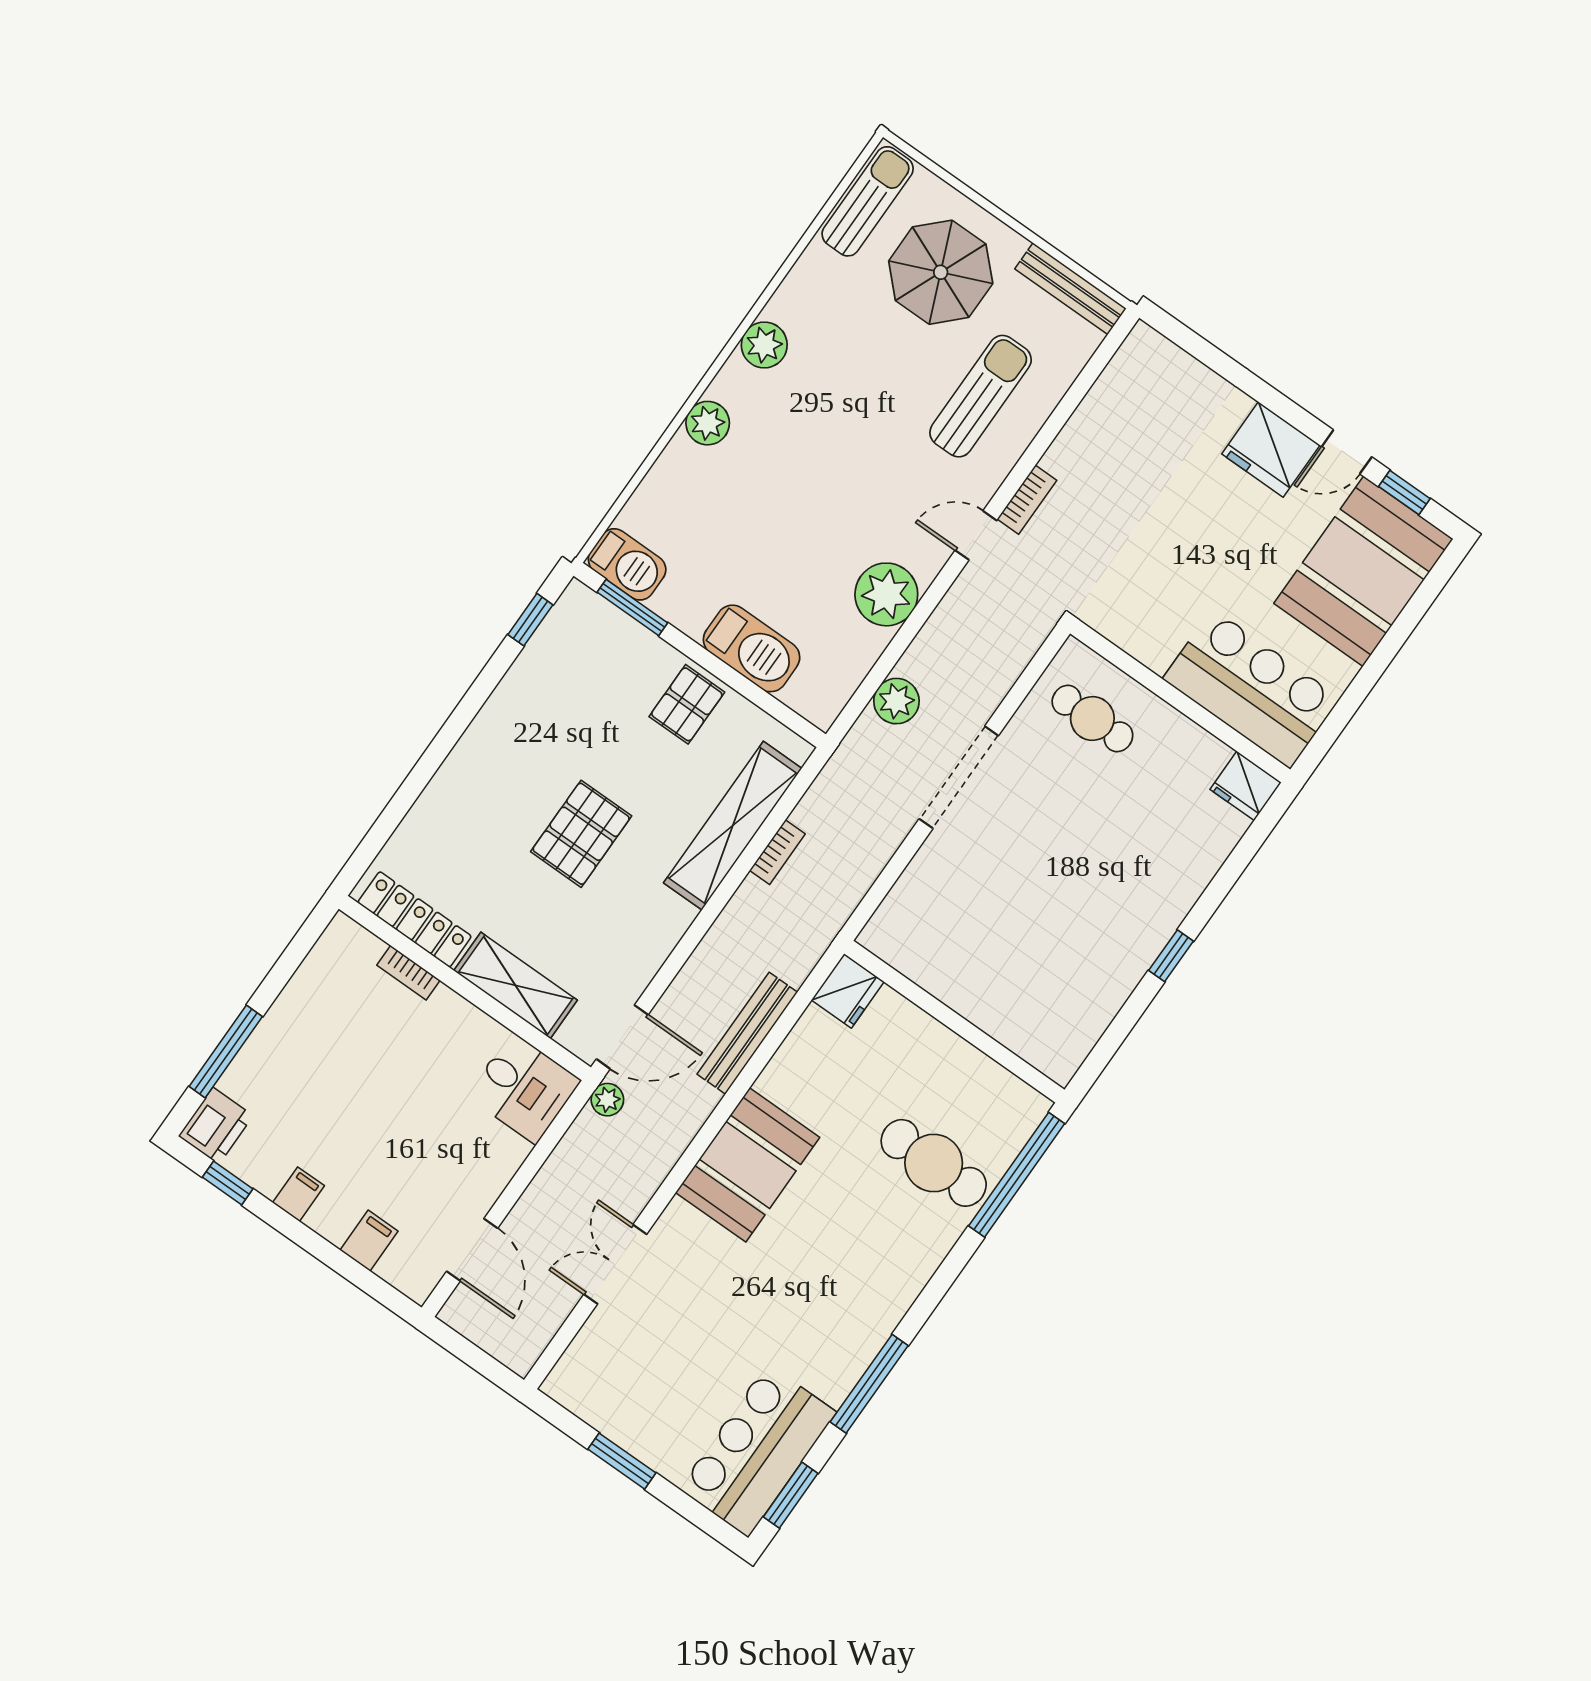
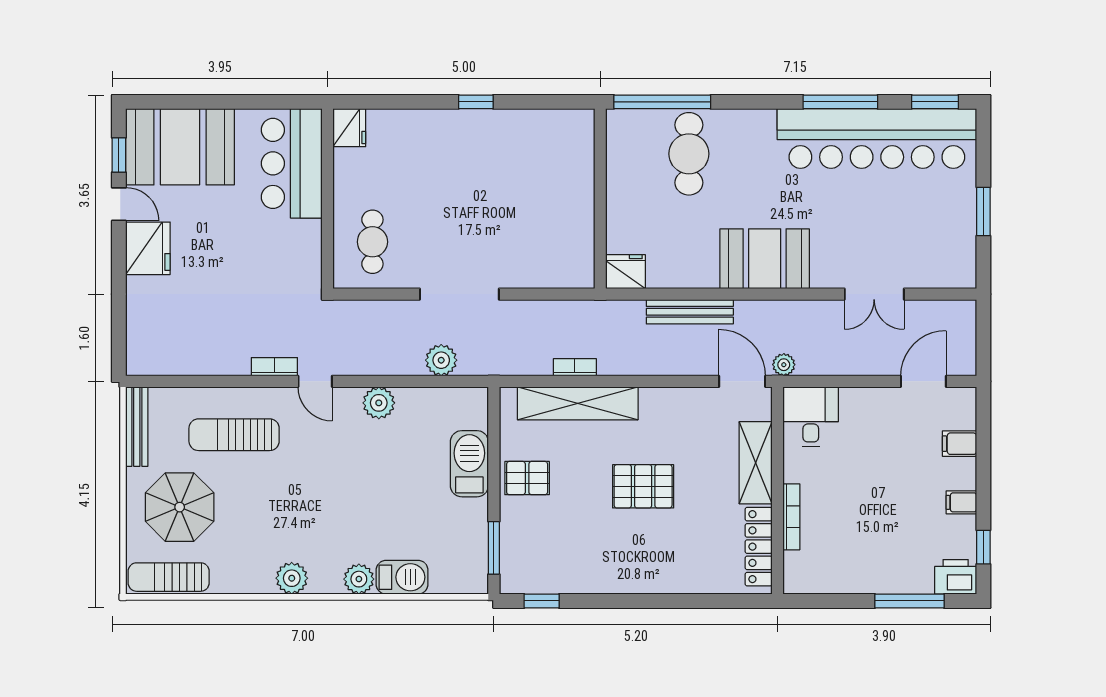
barbecue: (627, 564) -> (402, 577), moved, turned 90
plant: (886, 594) -> (379, 403), width x0.73, depth x0.73
bookcase: (408, 973) -> (791, 517), width x1.56
bar counter: (758, 1450) -> (877, 139), width x1.86

